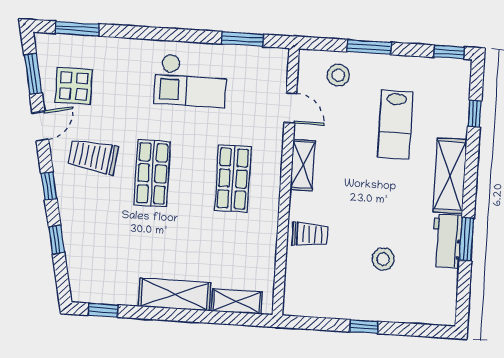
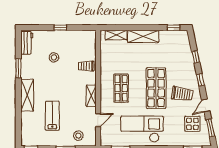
checkout: (191, 81) -> (142, 129), width x1.36, depth x1.21
door: (290, 108) -> (98, 120), swing flipped
window: (475, 114) -> (18, 123), removed
shop shelf: (152, 173) -> (156, 88), width x1.43, depth x1.36
workbench: (447, 241) -> (27, 43), moved

